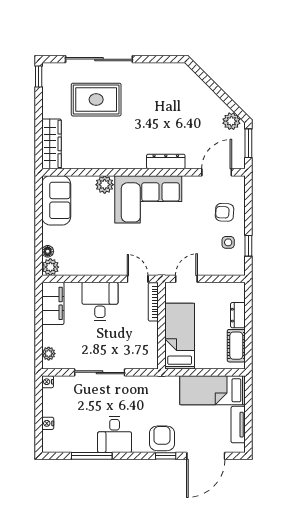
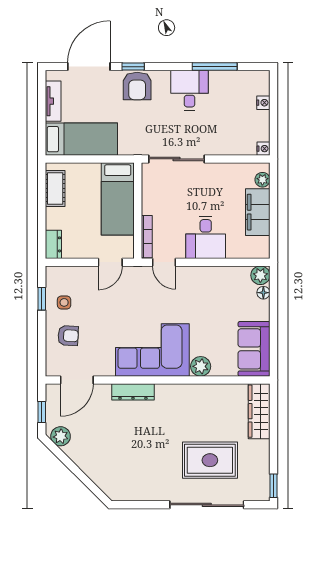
window: (248, 143) -> (42, 412), width x0.67
filing cabinet: (53, 303) -> (258, 212), moved
dresser: (238, 315) -> (53, 244), moved
sliding door: (100, 372) -> (177, 159), moved

